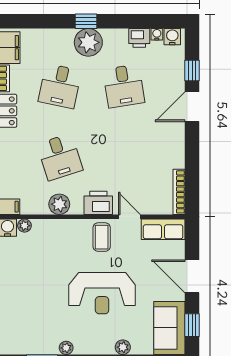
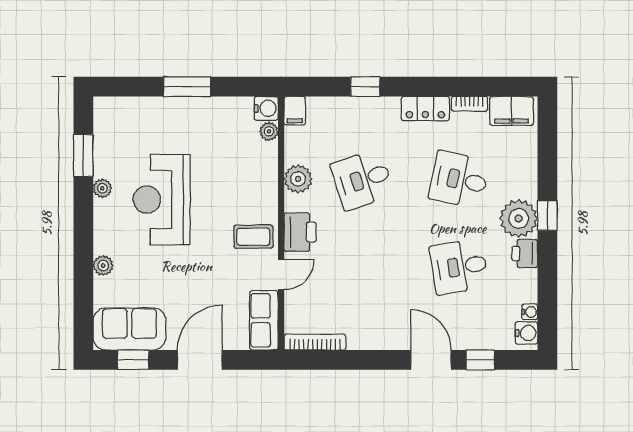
printer: (139, 38) -> (525, 253), moved
reception desk: (102, 293) -> (162, 200), moved

